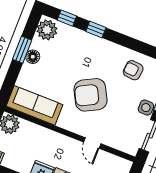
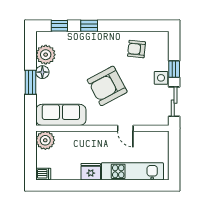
plant: (47, 30) -> (46, 55), moved
window: (22, 50) -> (30, 82), moved

